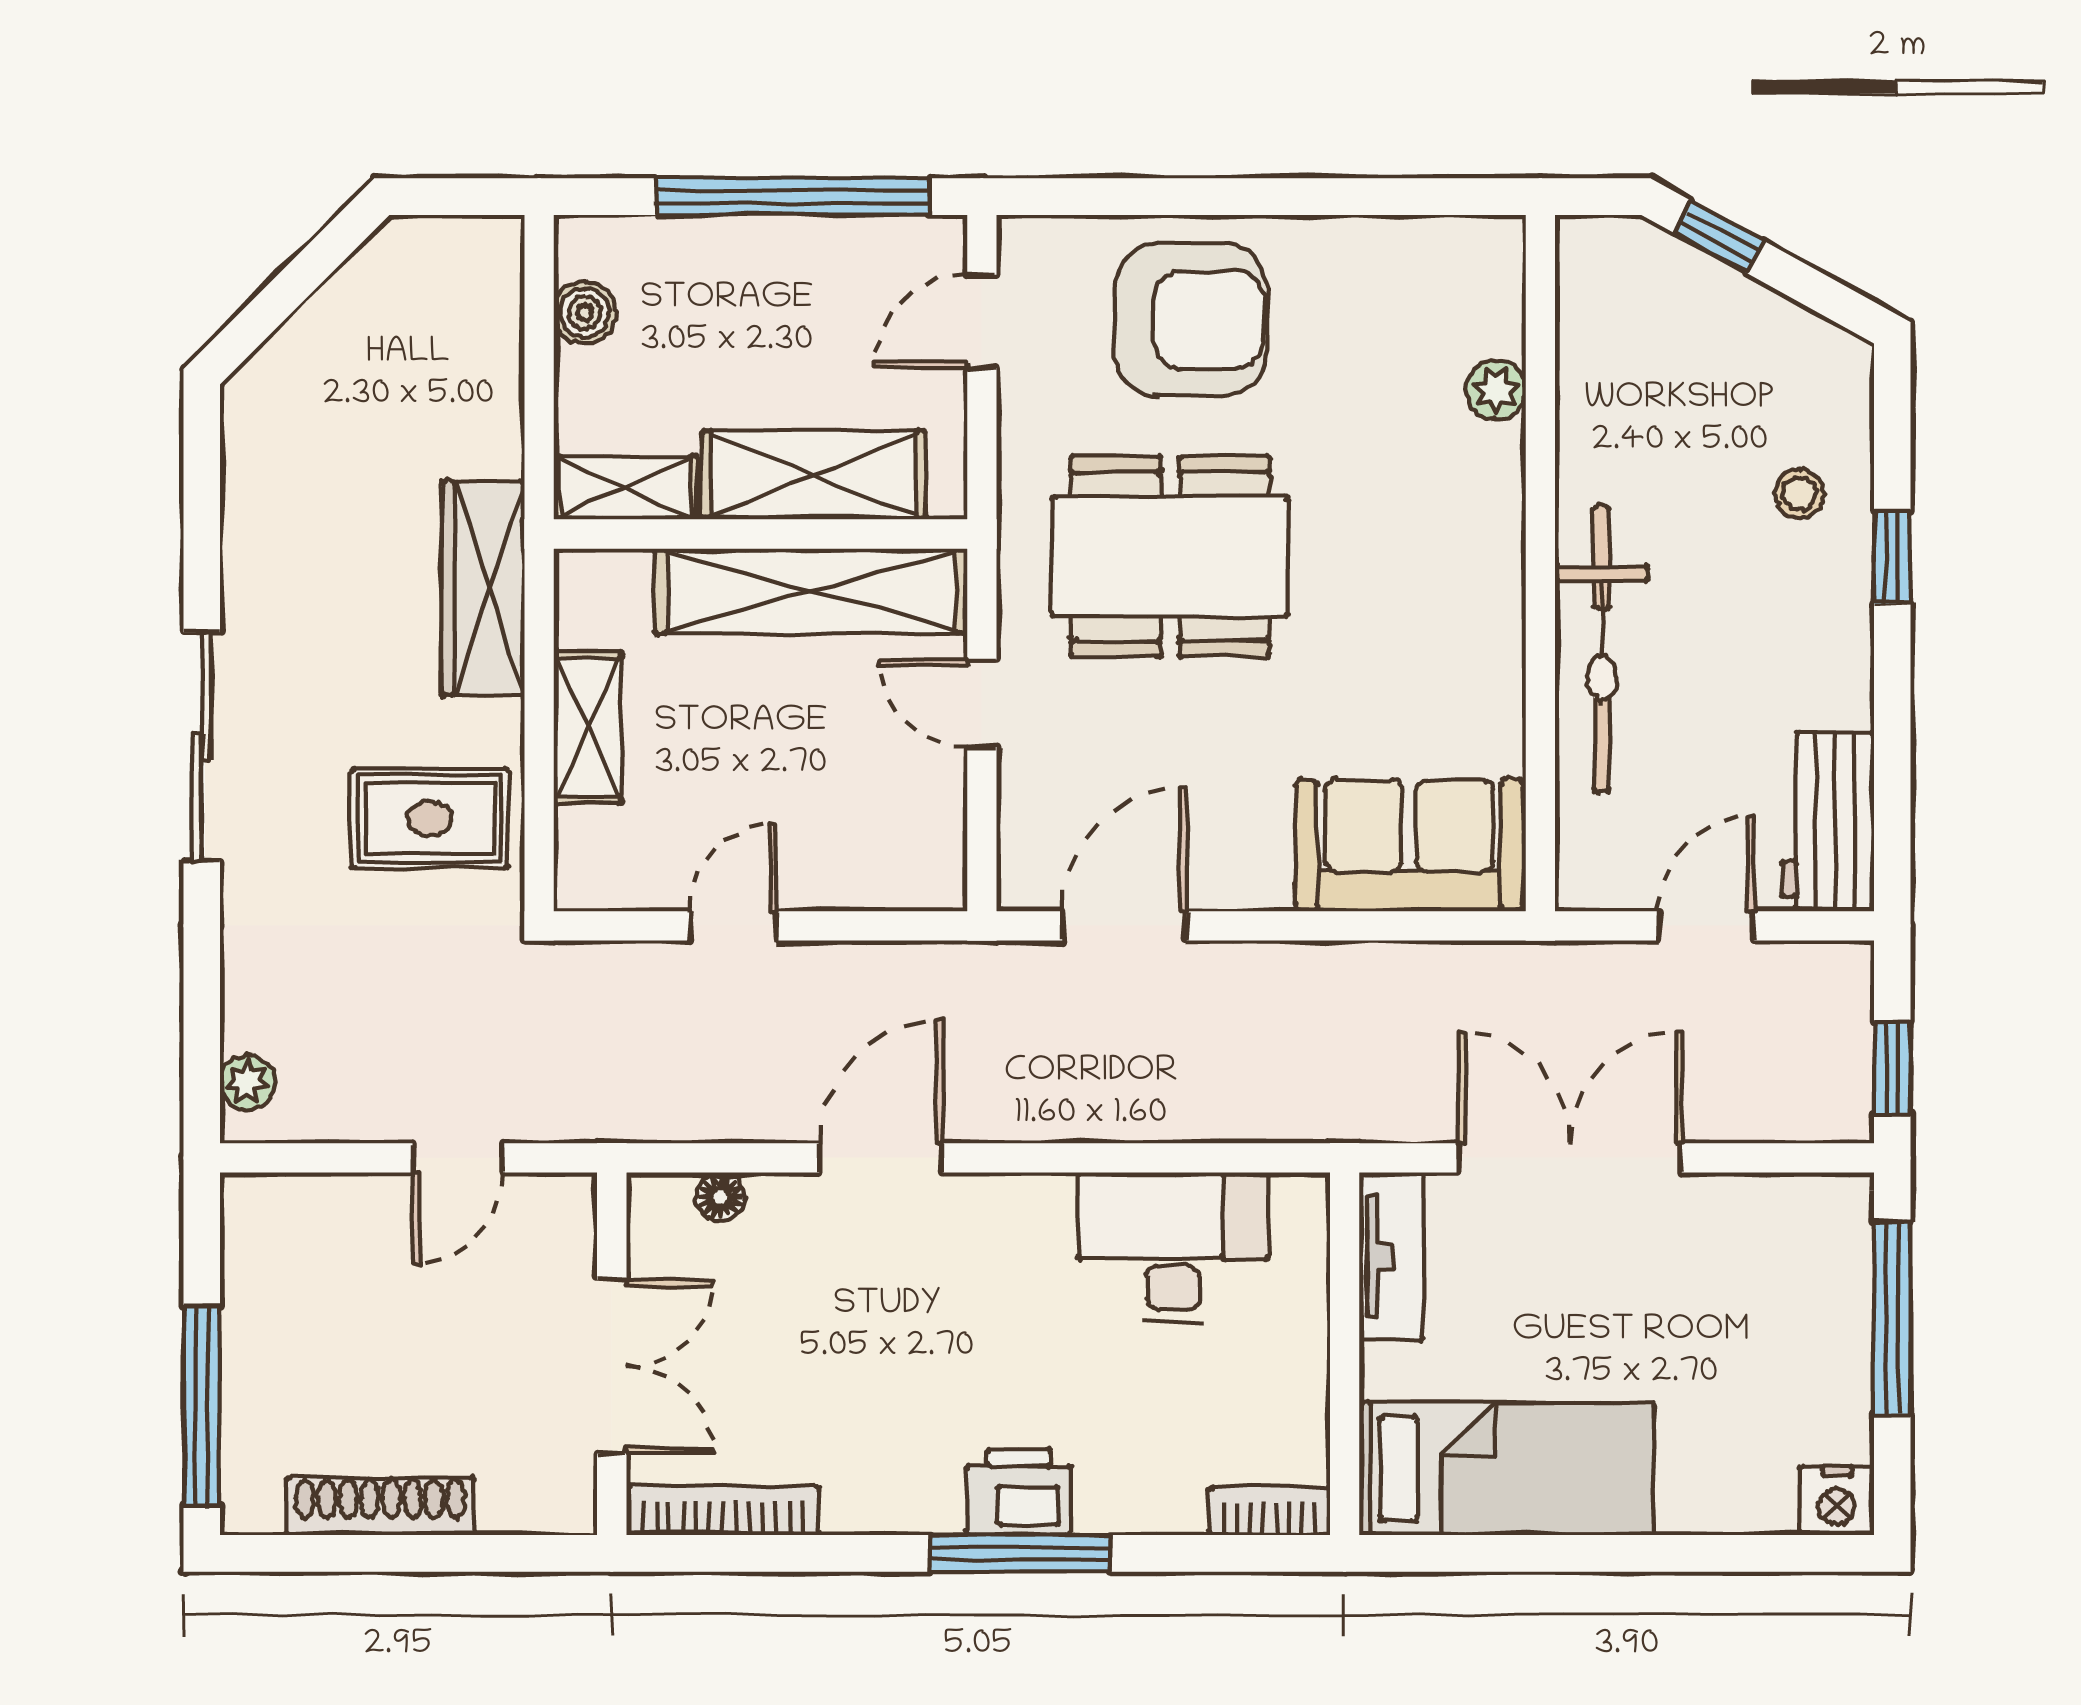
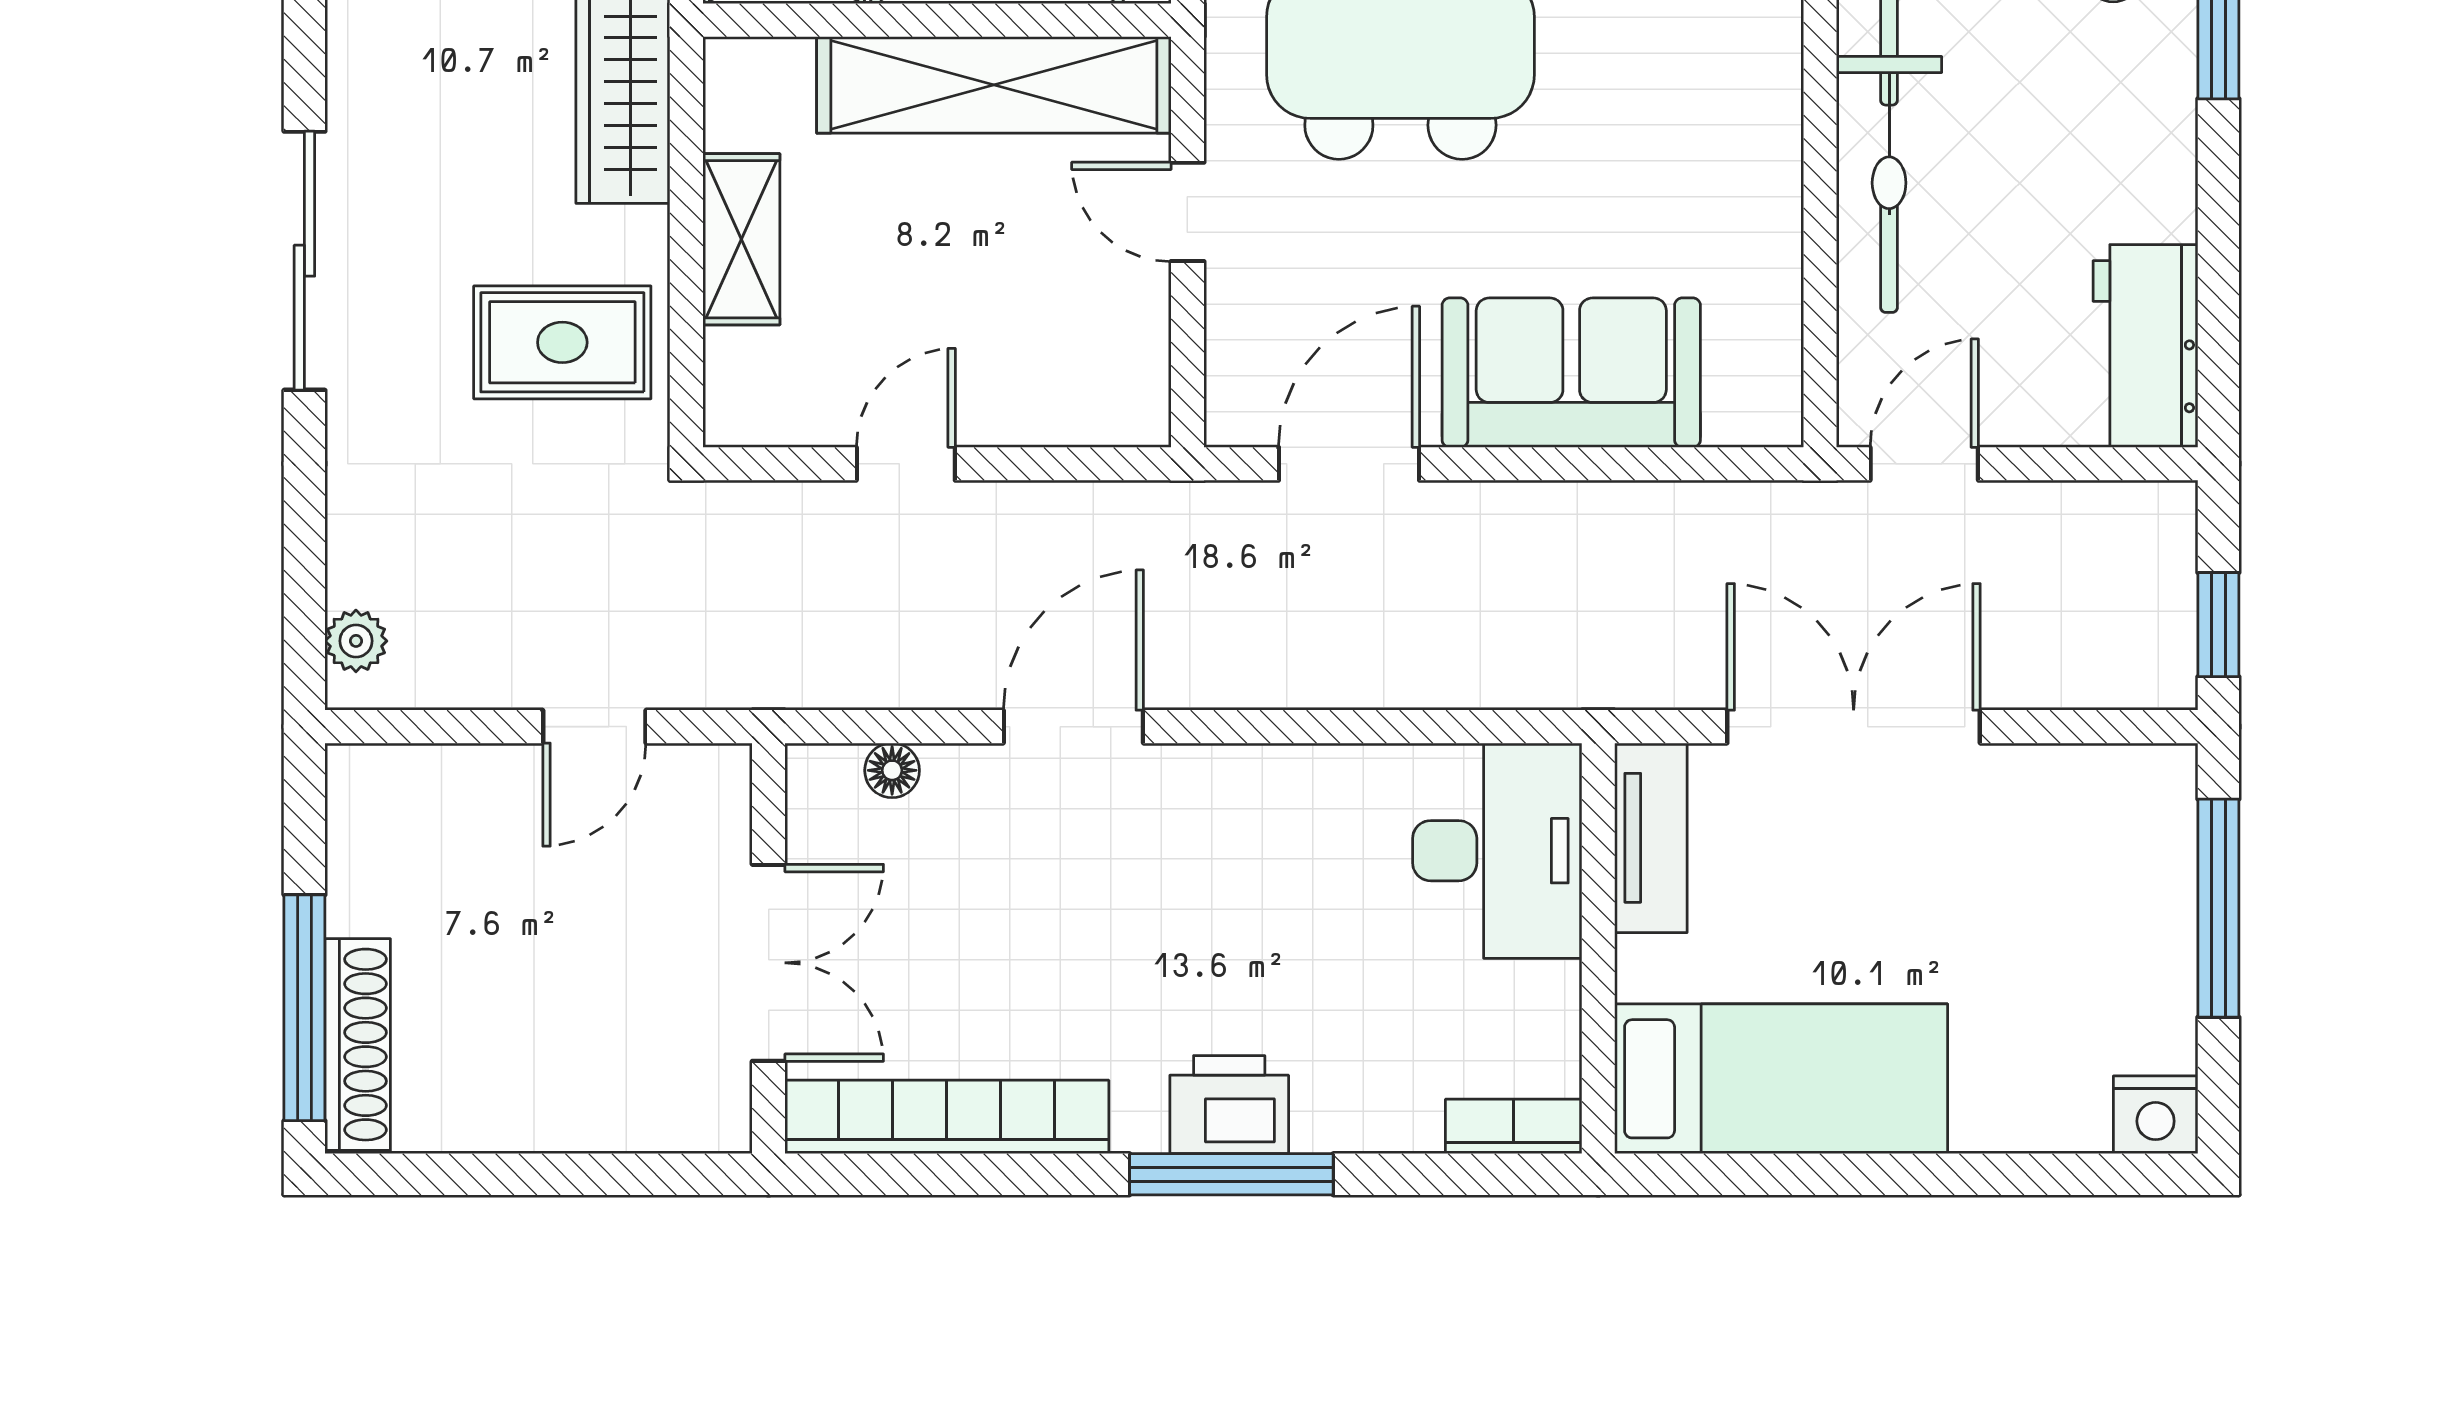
sofa: (1409, 845) -> (1571, 373), moved
door: (1706, 926) -> (1924, 464), moved
desk: (1173, 1247) -> (1497, 851), moved, turned 90
shoe rack: (380, 1506) -> (358, 1045), moved, turned 90
bookcase: (723, 1510) -> (947, 1117), width x1.48, depth x1.31

